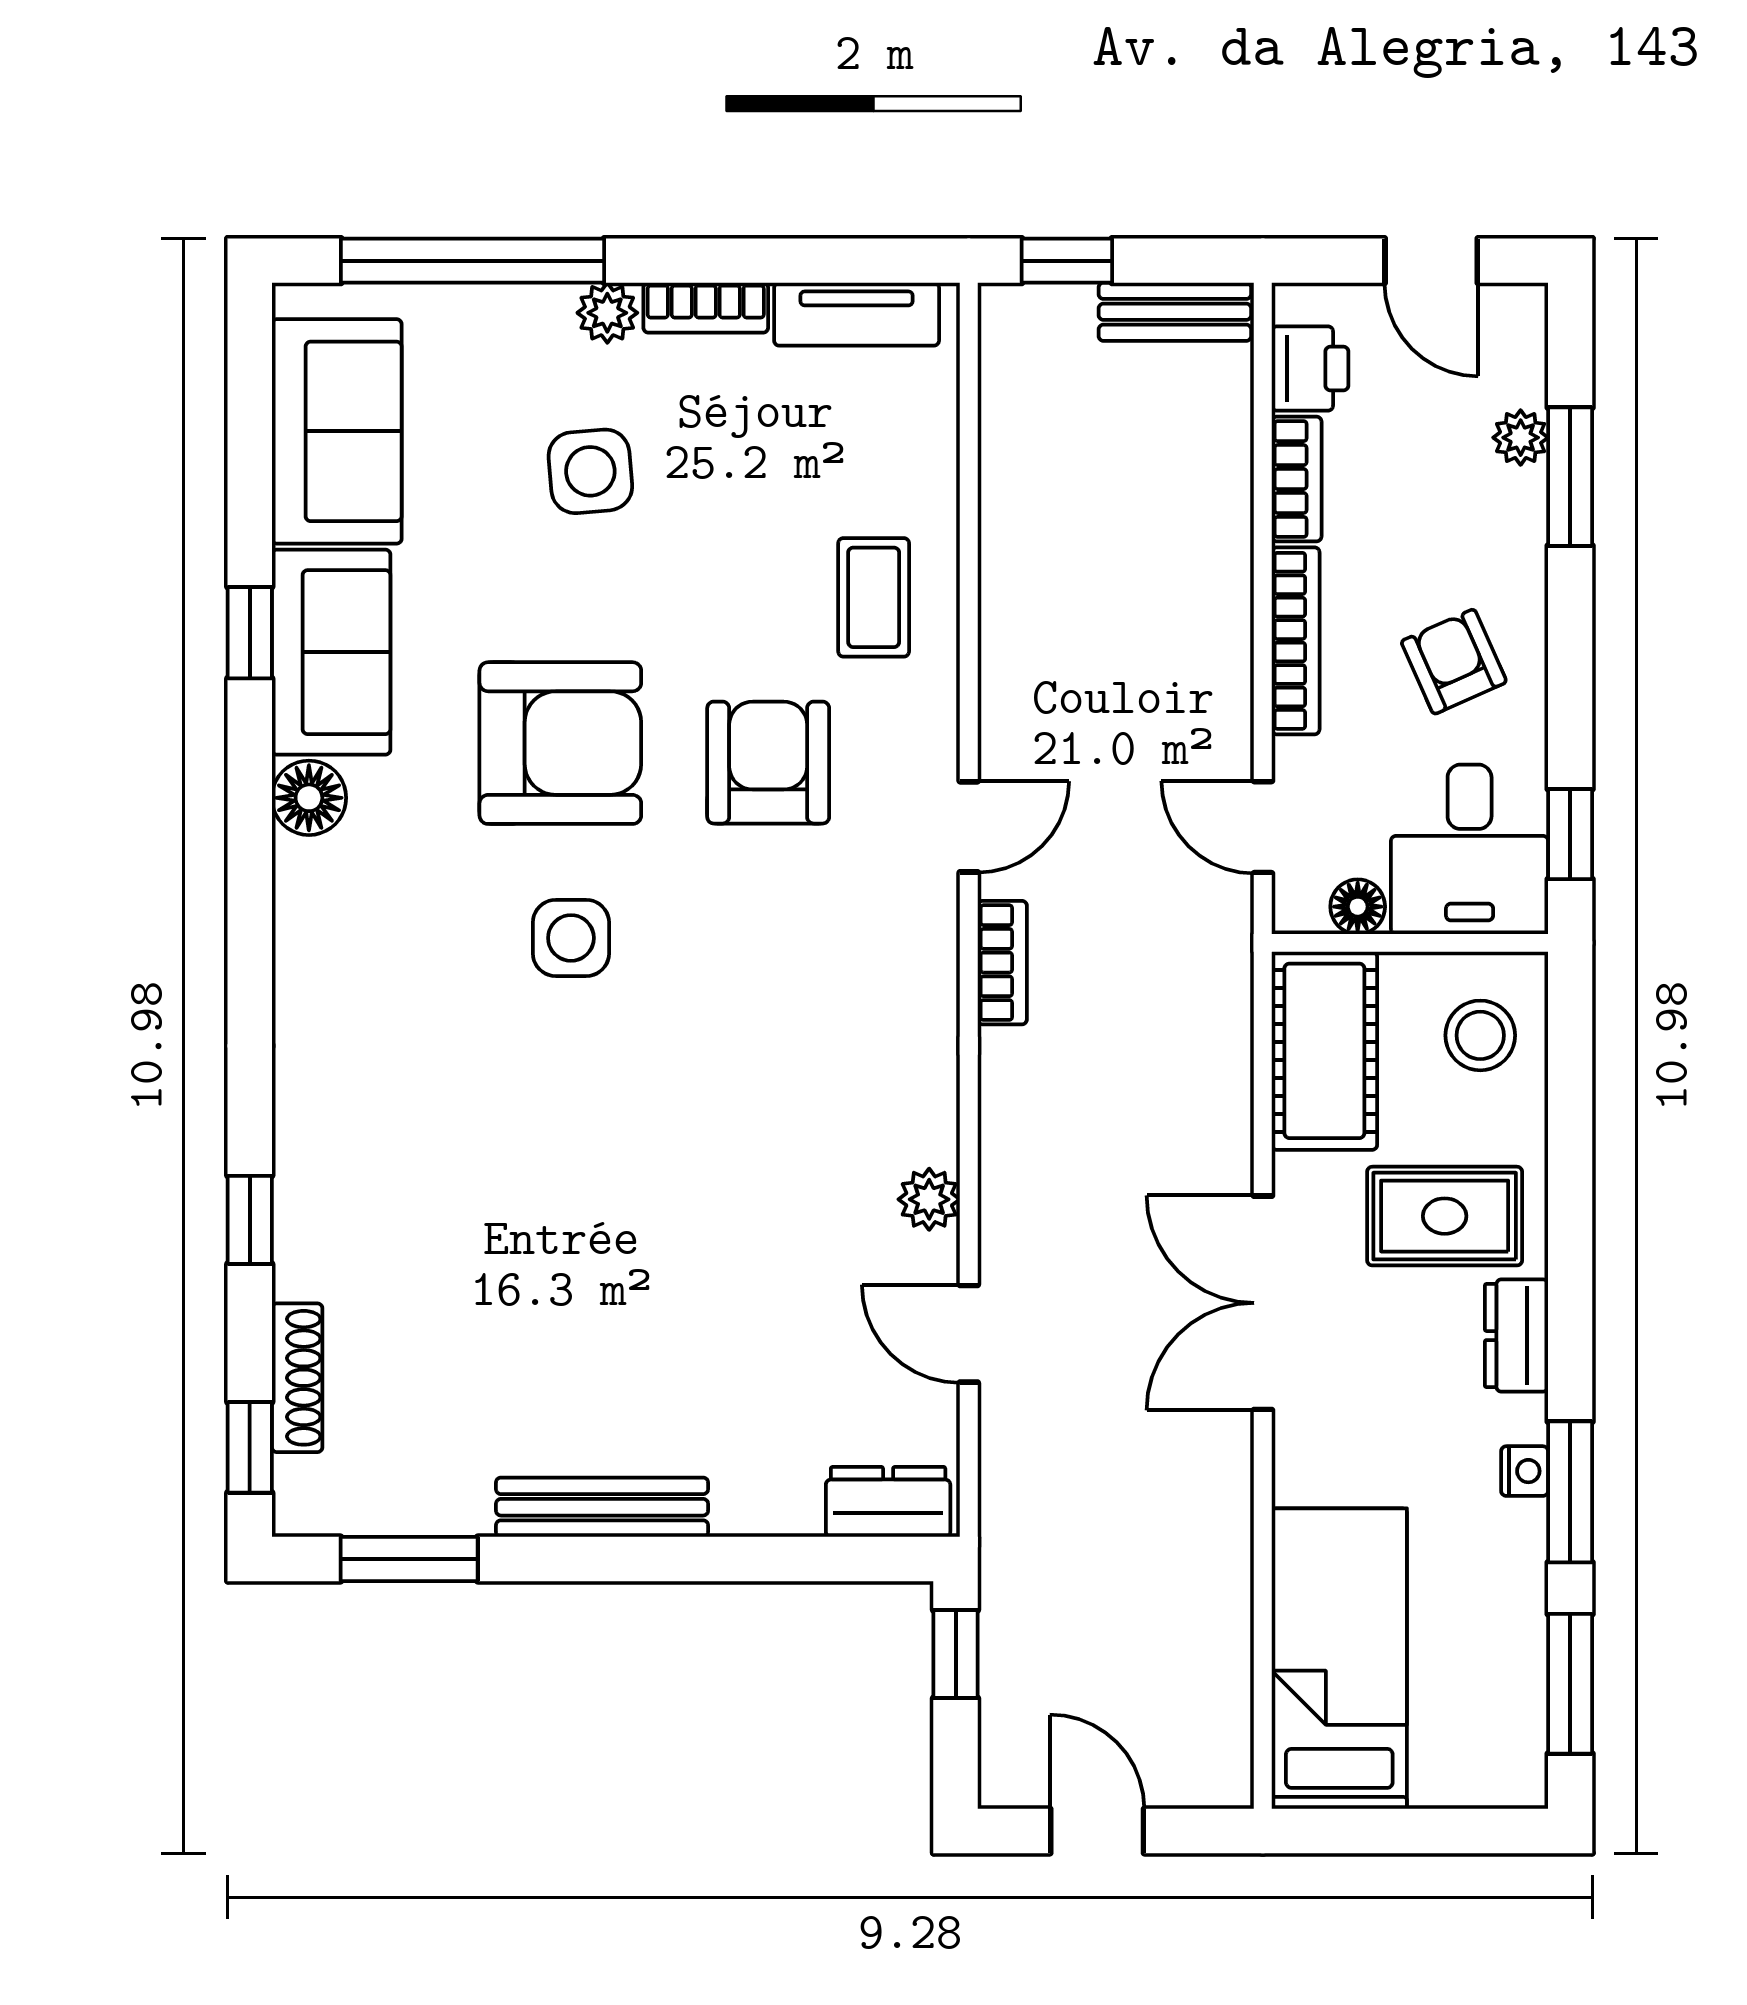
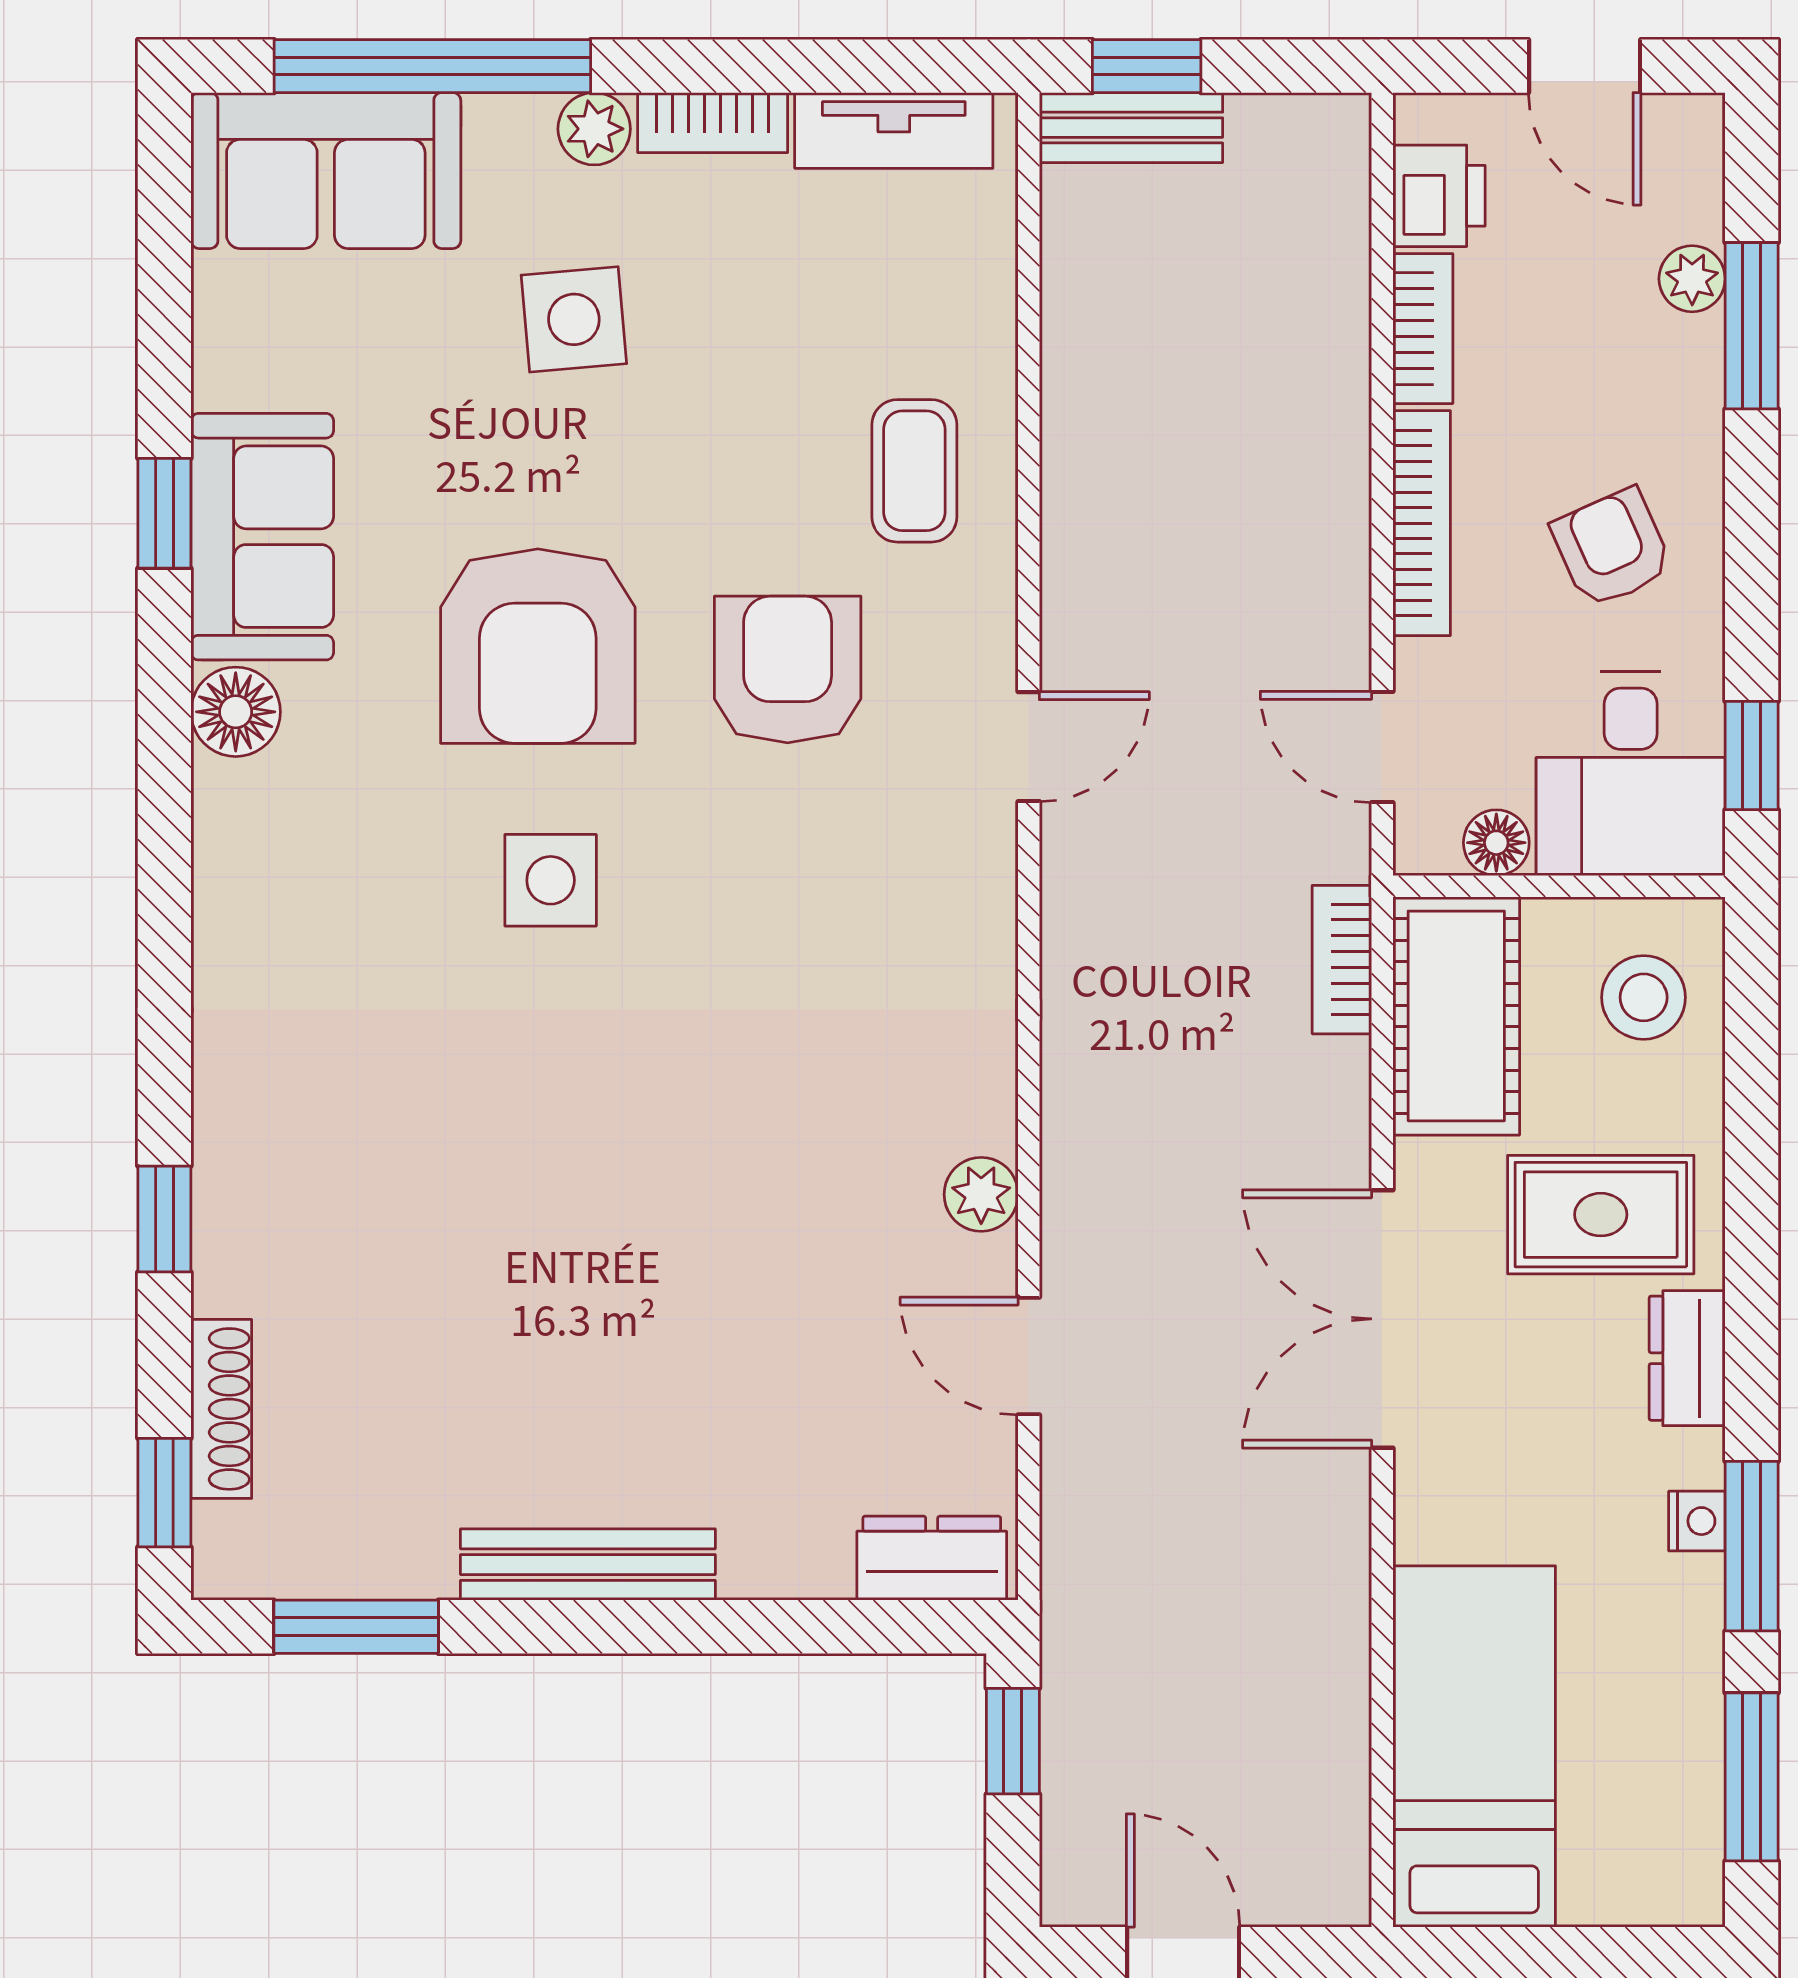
bench: (1175, 312) -> (1131, 128), moved
sofa: (337, 431) -> (326, 171), moved, turned 90
armchair: (560, 743) -> (538, 646), turned 90
bookcase: (1002, 963) -> (1342, 960), moved, turned 180

